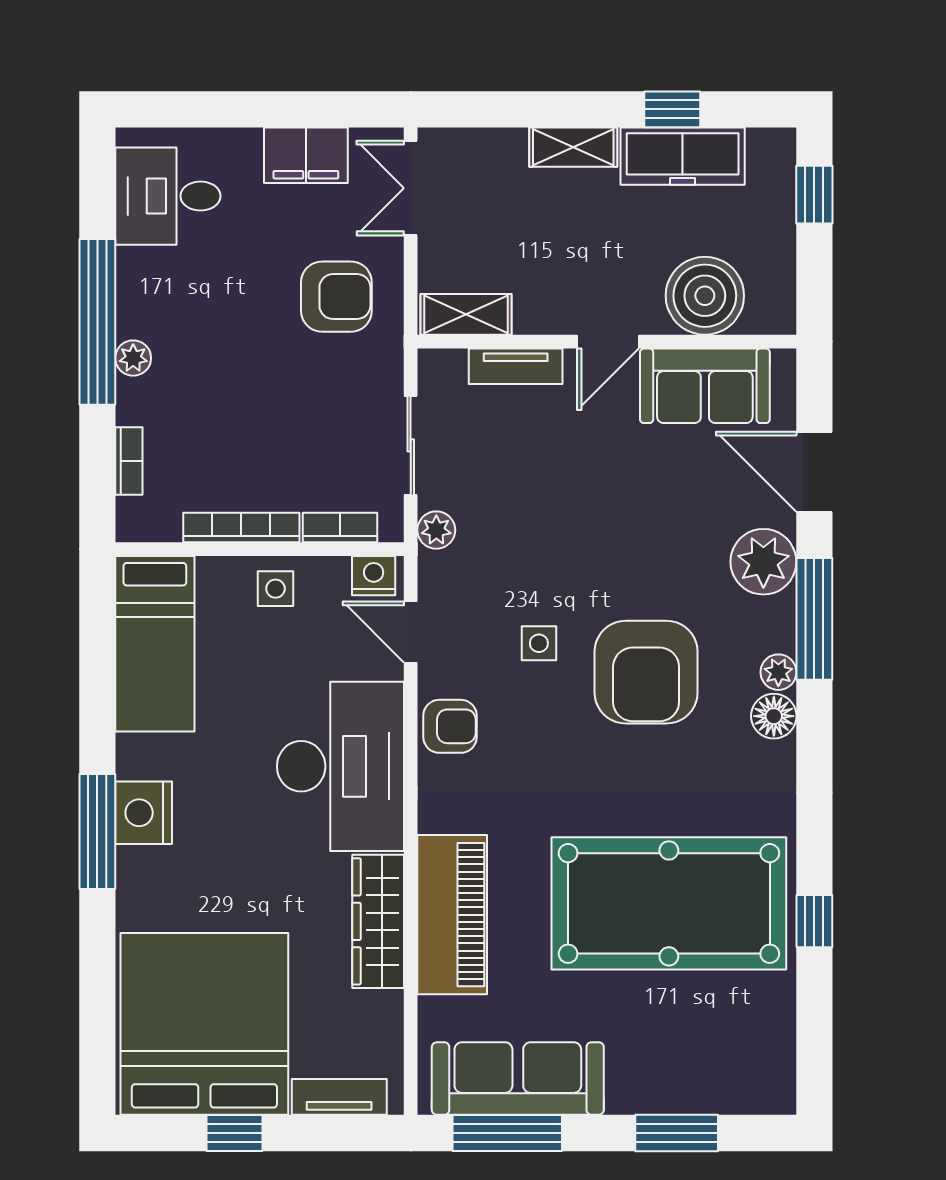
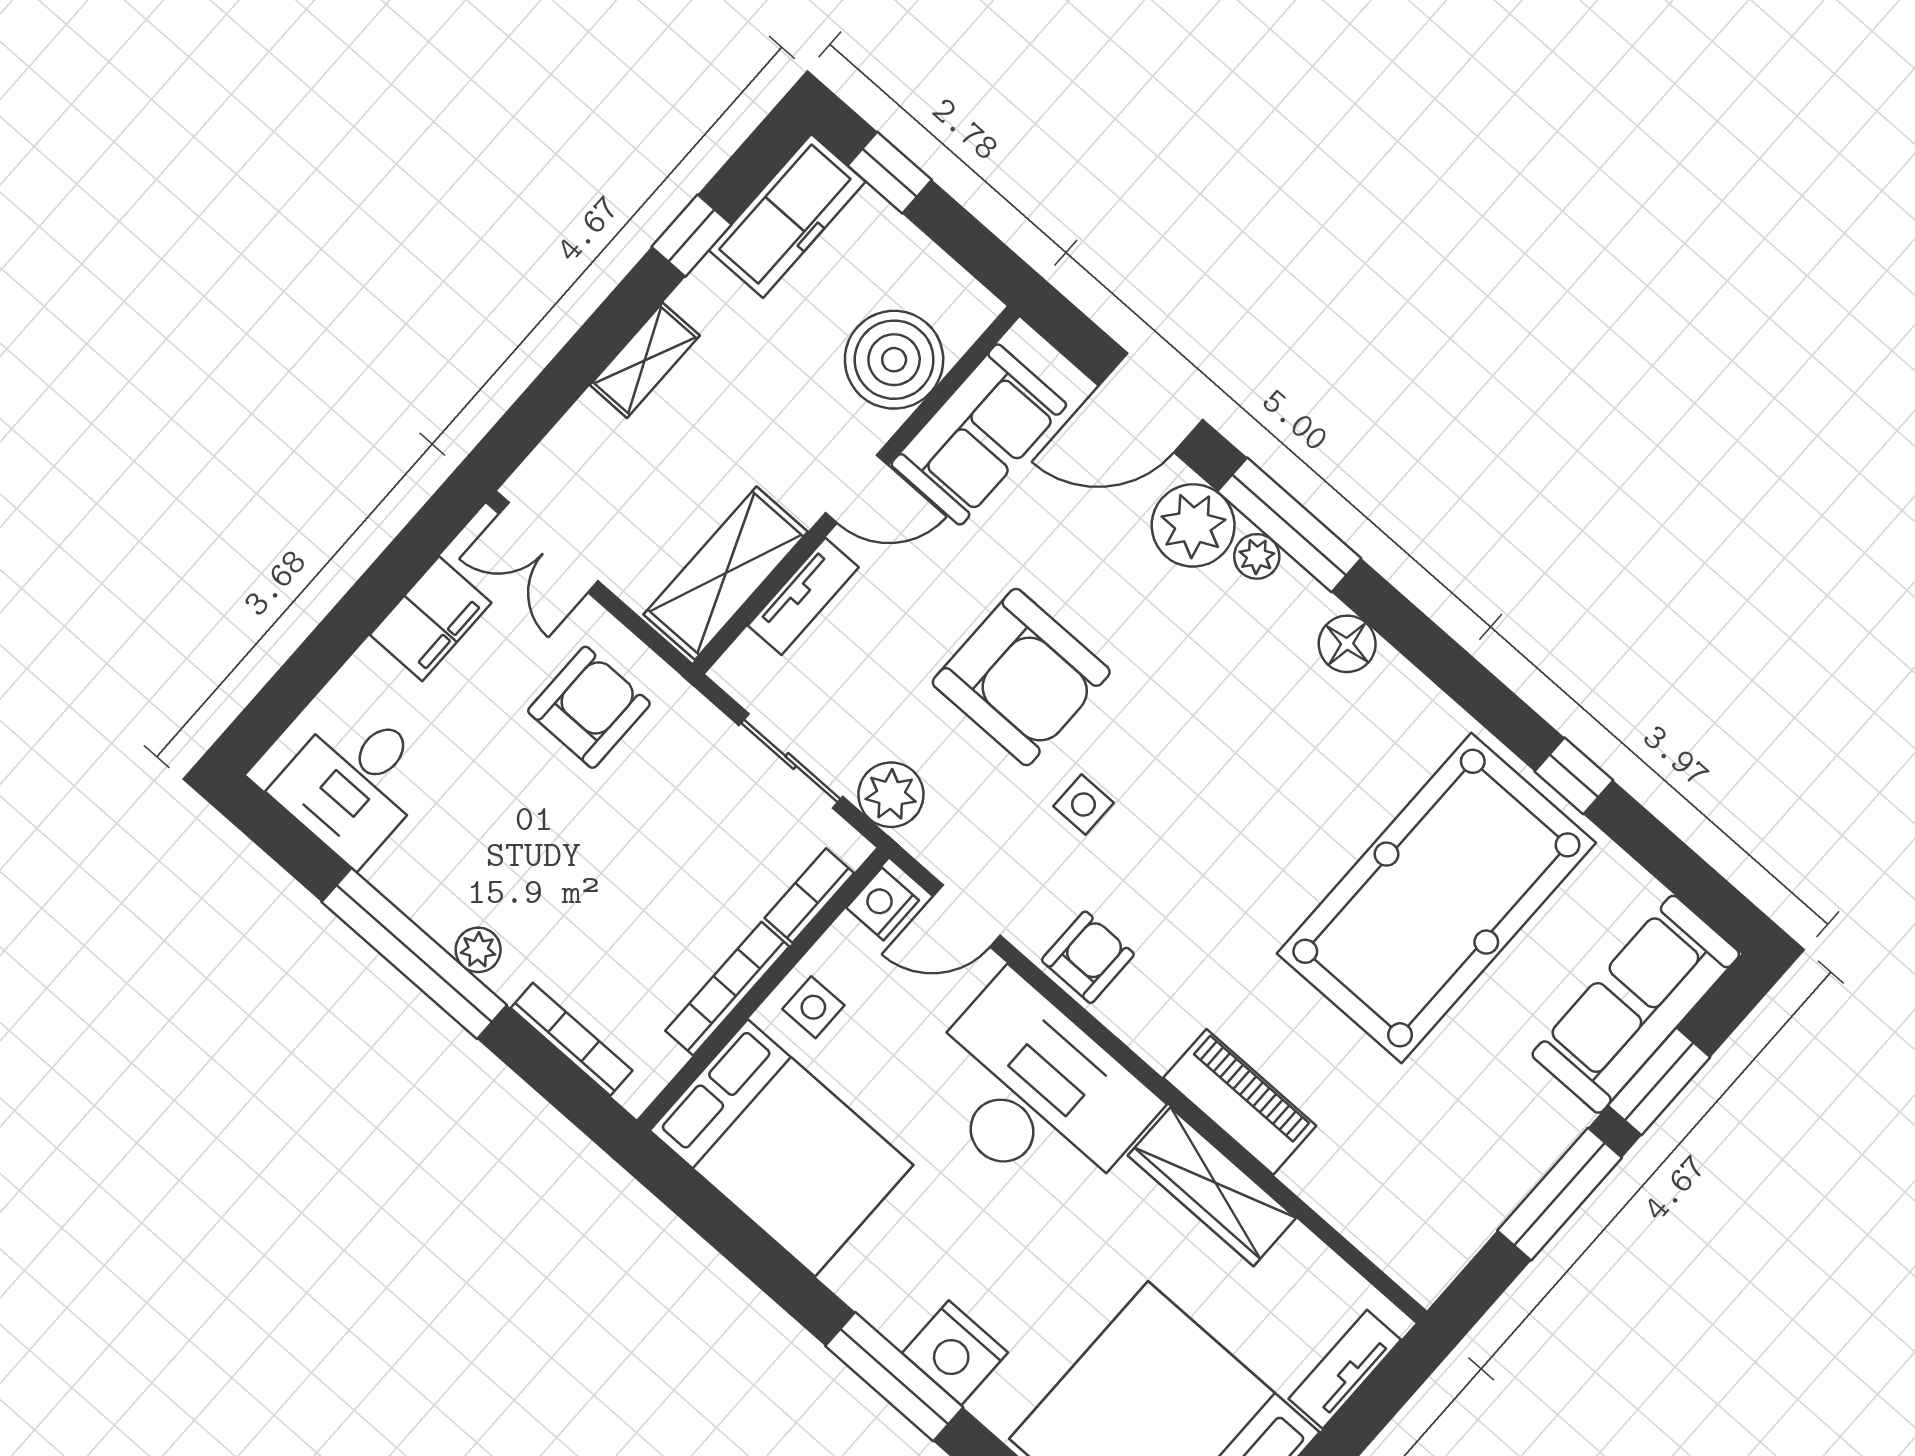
freezer: (683, 156) -> (787, 216), moved
shelving: (466, 314) -> (726, 573), width x1.50, depth x1.33
door: (608, 342) -> (857, 489), hinge flipped
bookcase: (129, 461) -> (572, 1039), width x1.56
plant: (436, 530) -> (891, 795), width x1.38, depth x1.38
bed: (155, 644) -> (781, 1148), width x1.50
armchair: (646, 672) -> (1021, 677), moved
plant: (778, 672) -> (1257, 556), moved
nightstand: (144, 813) -> (955, 1353), moved
piano: (452, 915) -> (1240, 1102), width x0.73, depth x0.75
sofa: (518, 1078) -> (1636, 1004), moved
window: (507, 1133) -> (1560, 1194), moved

